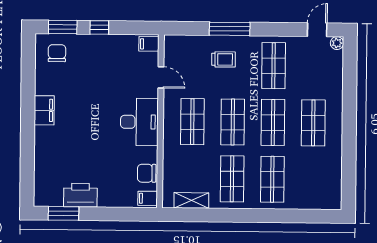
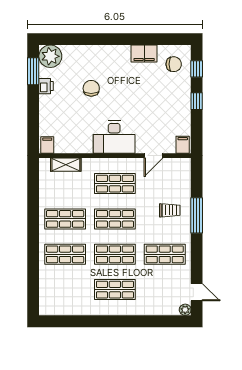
window: (63, 27) -> (197, 69), width x0.67
trolley: (223, 59) -> (170, 210), turned -90
filing cabinet: (44, 110) -> (144, 53), moved
chair: (147, 173) -> (91, 88), moved
plant: (46, 194) -> (50, 56), added
printer: (80, 195) -> (46, 86), width x0.53, depth x0.68
shelving: (191, 200) -> (66, 165), moved, turned 90

